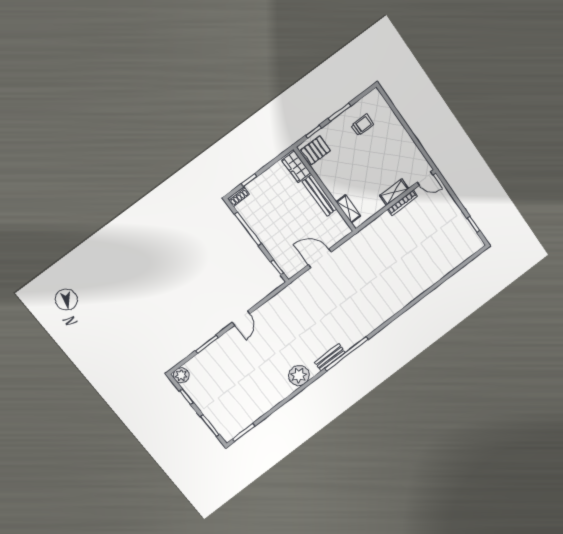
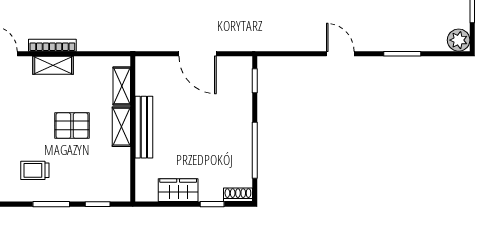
pallet: (316, 150) -> (72, 126), moved
wardrobe: (296, 167) -> (178, 190), moved, turned -90
shelving: (332, 186) -> (121, 127), added
door: (241, 318) -> (340, 54), hinge flipped

